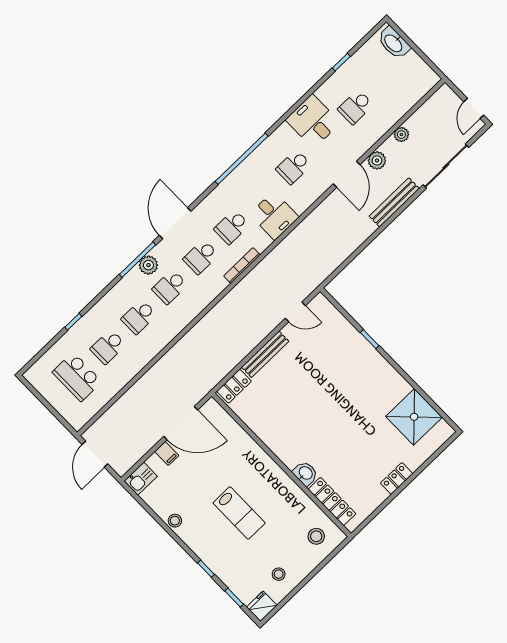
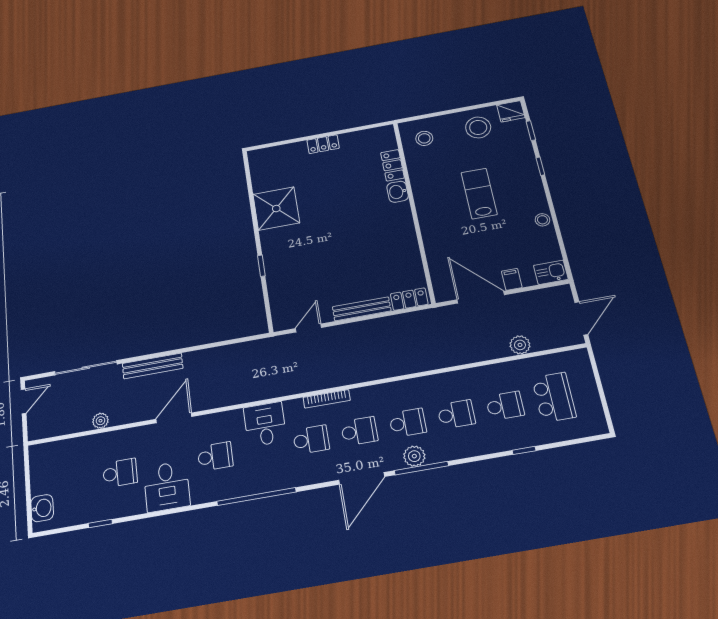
washbasin: (394, 43) -> (42, 508), width x0.72
plant: (377, 160) -> (520, 345), moved
door: (295, 312) -> (308, 328), hinge flipped
shower: (414, 417) -> (276, 209), moved
locker: (332, 501) -> (393, 165), width x0.66
stool: (279, 574) -> (478, 127), width x1.89, depth x1.89

